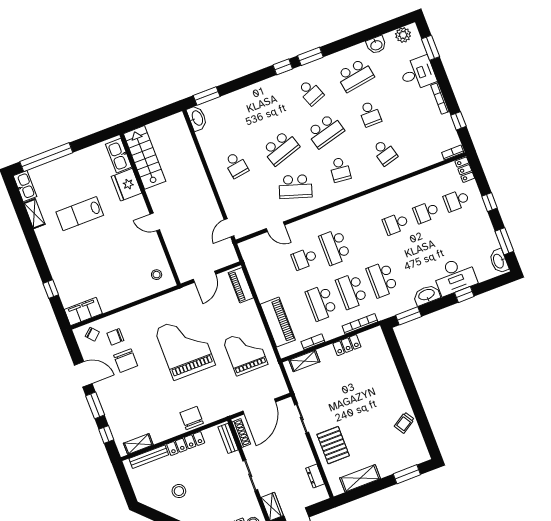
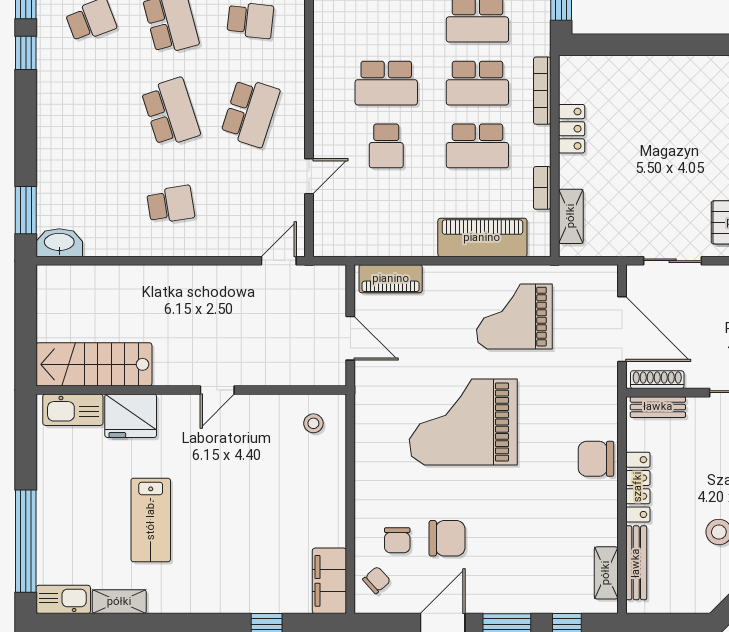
door: (229, 228) -> (279, 261), swing flipped

